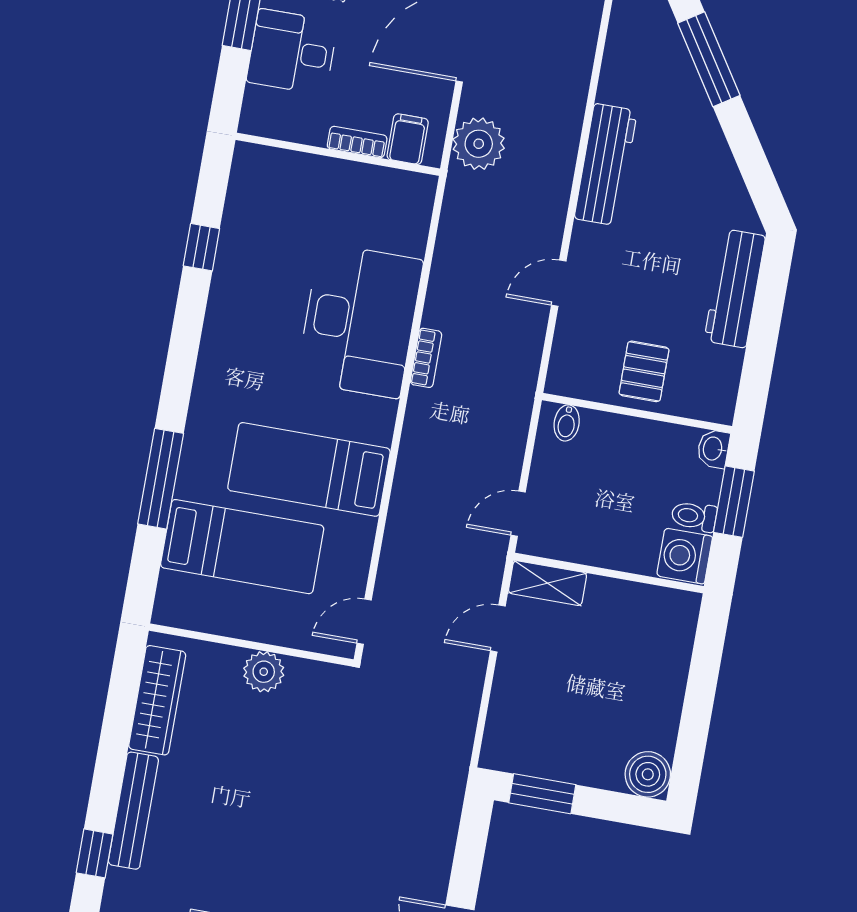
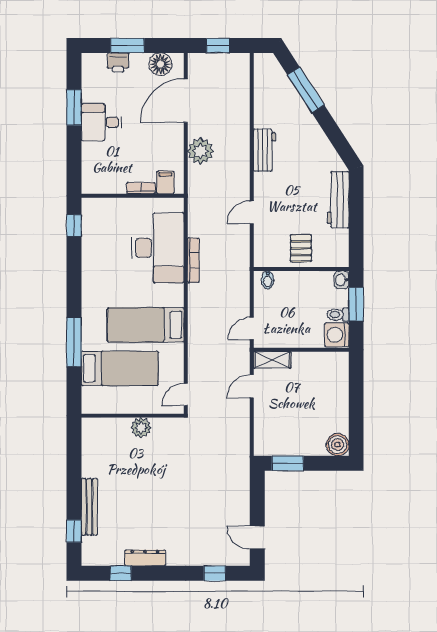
filing cabinet: (408, 139) -> (165, 182), moved
bookcase: (357, 142) -> (141, 188), moved
wall: (338, 154) -> (133, 196), moved
workbench: (606, 165) -> (264, 150), width x0.73
bookcase: (426, 358) -> (193, 260), width x1.56
wardrobe: (157, 700) -> (91, 451), removed

